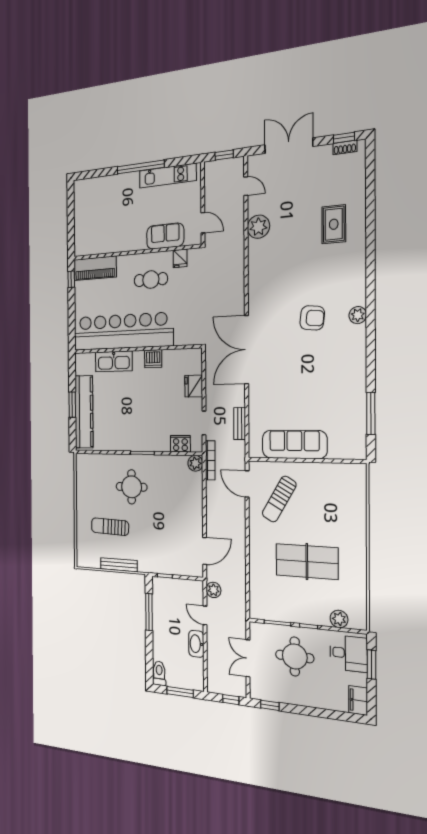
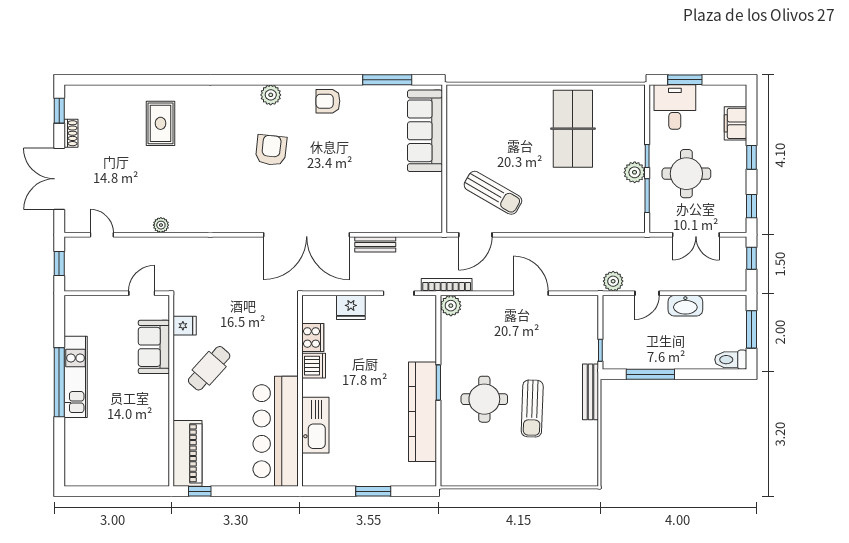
shoe rack: (345, 147) -> (71, 133), moved
kitchen unit: (168, 176) -> (76, 377), moved
door: (246, 186) -> (102, 235), hinge flipped
rug: (334, 224) -> (161, 123), turned 90
plant: (258, 227) -> (161, 225), width x0.53, depth x0.53
cafe table: (151, 280) -> (209, 368), turned 42
bar counter: (123, 331) -> (276, 431), width x0.73
armchair: (352, 364) -> (328, 101), added
kitchen counter: (84, 412) -> (423, 412), moved, turned -90
bench: (240, 424) -> (375, 244), moved
cooker: (180, 444) -> (313, 337), moved, turned 180
sofa: (294, 444) -> (425, 131), moved
sun lounger: (110, 527) -> (532, 408), moved
door: (205, 551) -> (531, 293), moved
table tennis table: (307, 562) -> (573, 129), moved
bench: (119, 565) -> (591, 392), moved
plant: (339, 619) -> (635, 172), moved
filing cabinet: (358, 700) -> (735, 123), moved, turned 90
window: (308, 711) -> (751, 157), added

